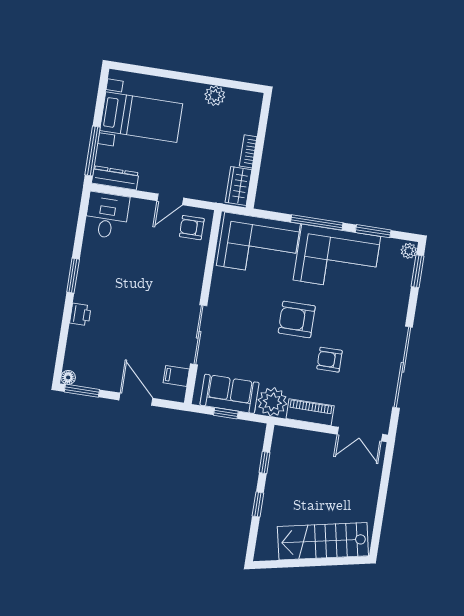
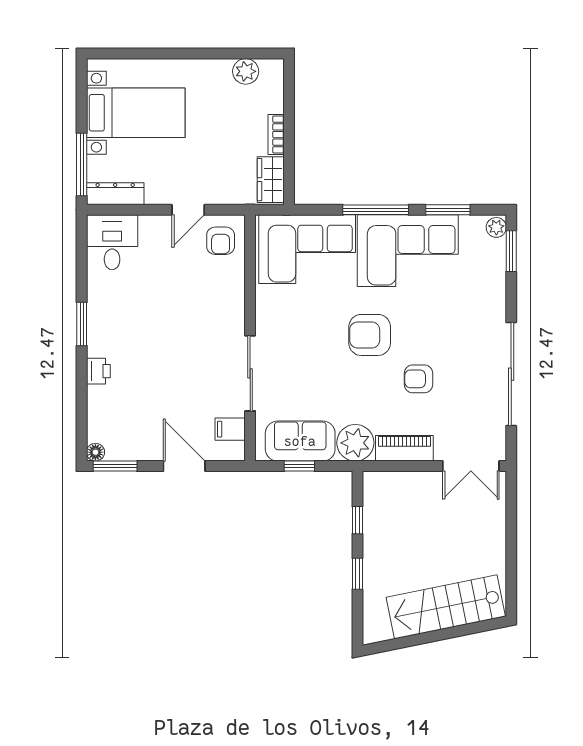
plant: (215, 96) -> (246, 71), moved
armchair: (192, 228) -> (221, 241), turned -90

